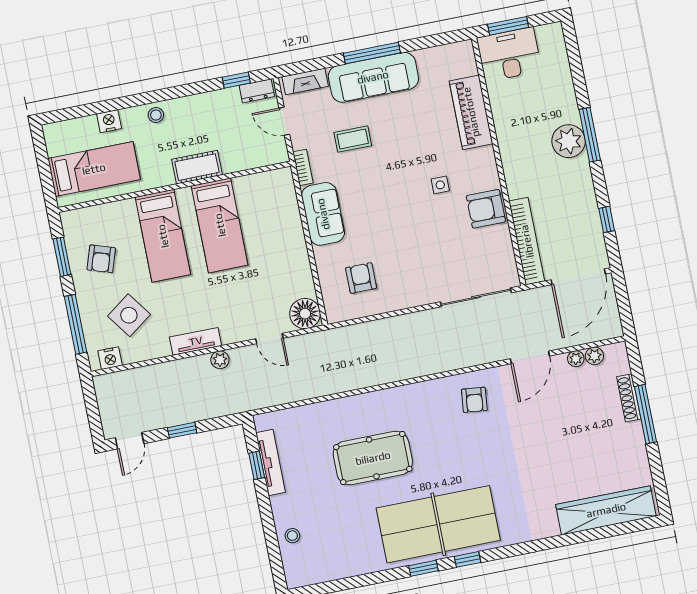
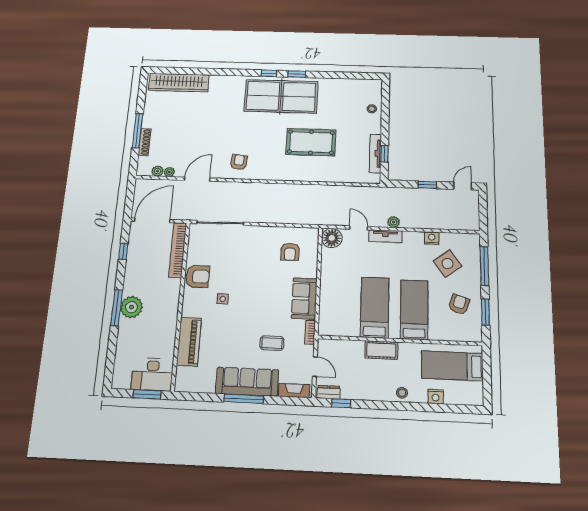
tv unit: (196, 341) -> (385, 236), moved
nightstand: (110, 358) -> (432, 238), moved

